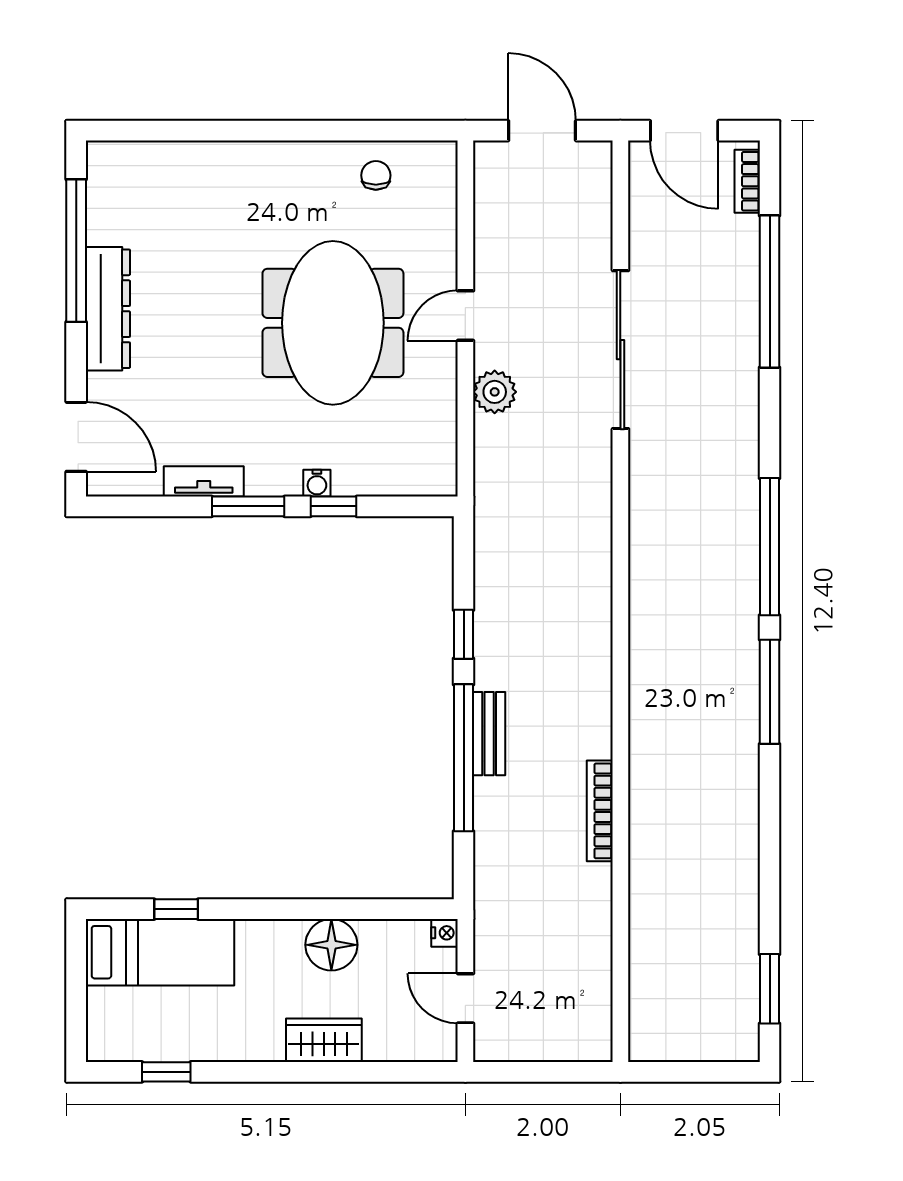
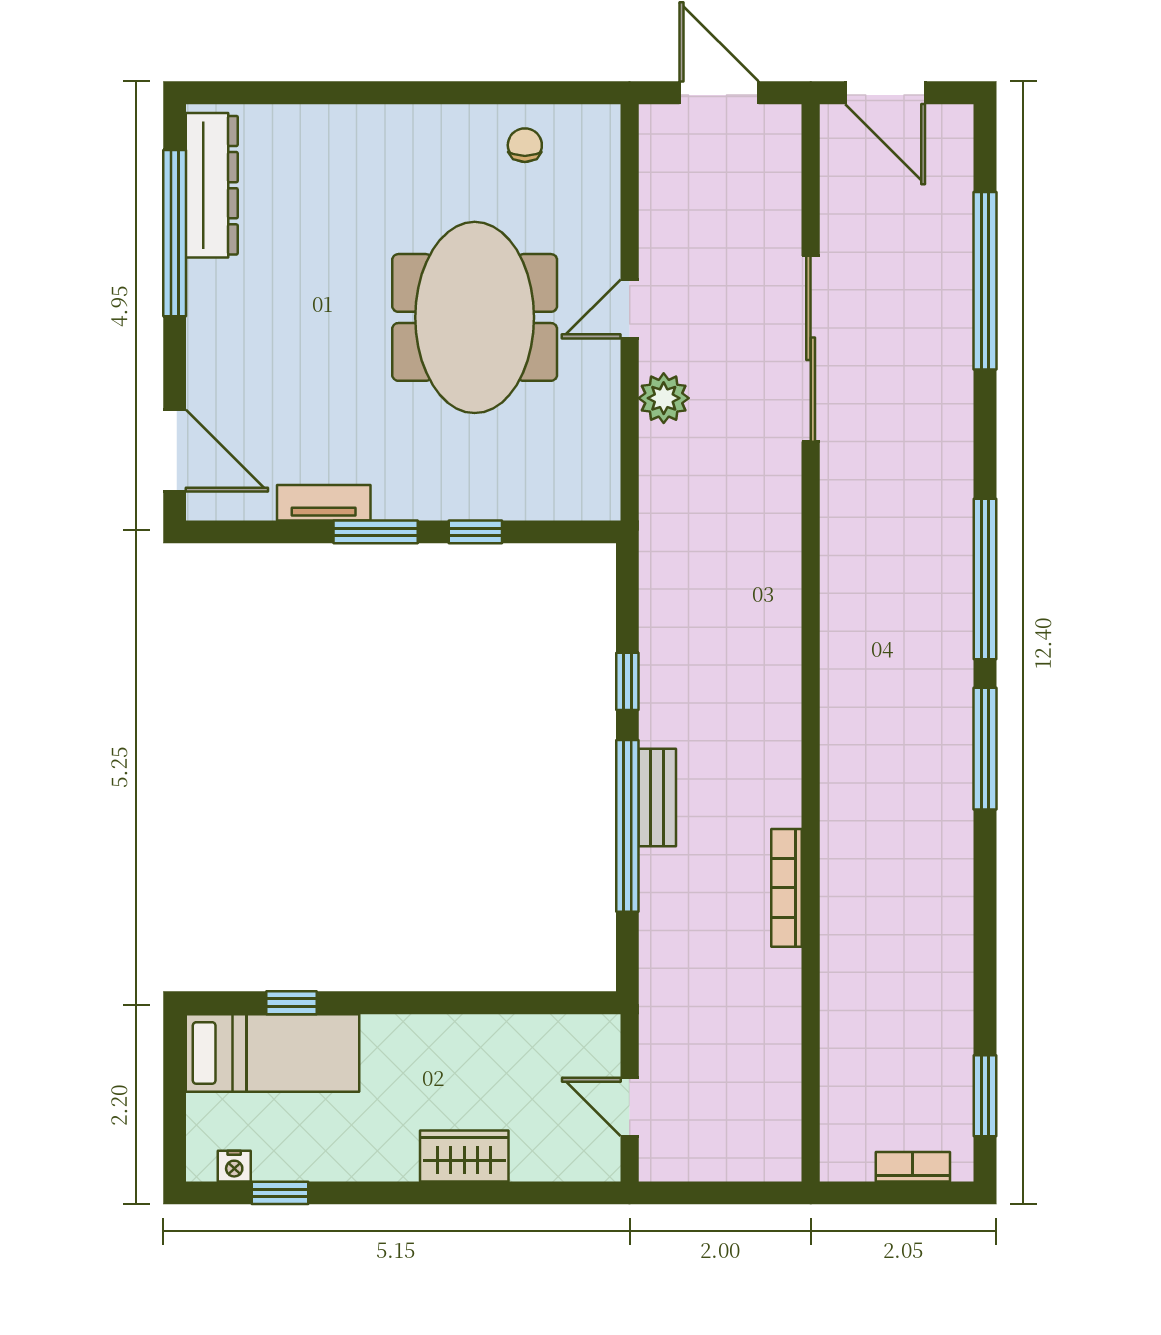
bookcase: (747, 181) -> (913, 1167), moved, turned 90
dresser: (108, 309) -> (212, 185), moved
water cooler: (317, 483) -> (456, 505), removed
nightstand: (445, 933) -> (234, 1166), moved, turned 90
floor lamp: (331, 945) -> (473, 1044), removed

